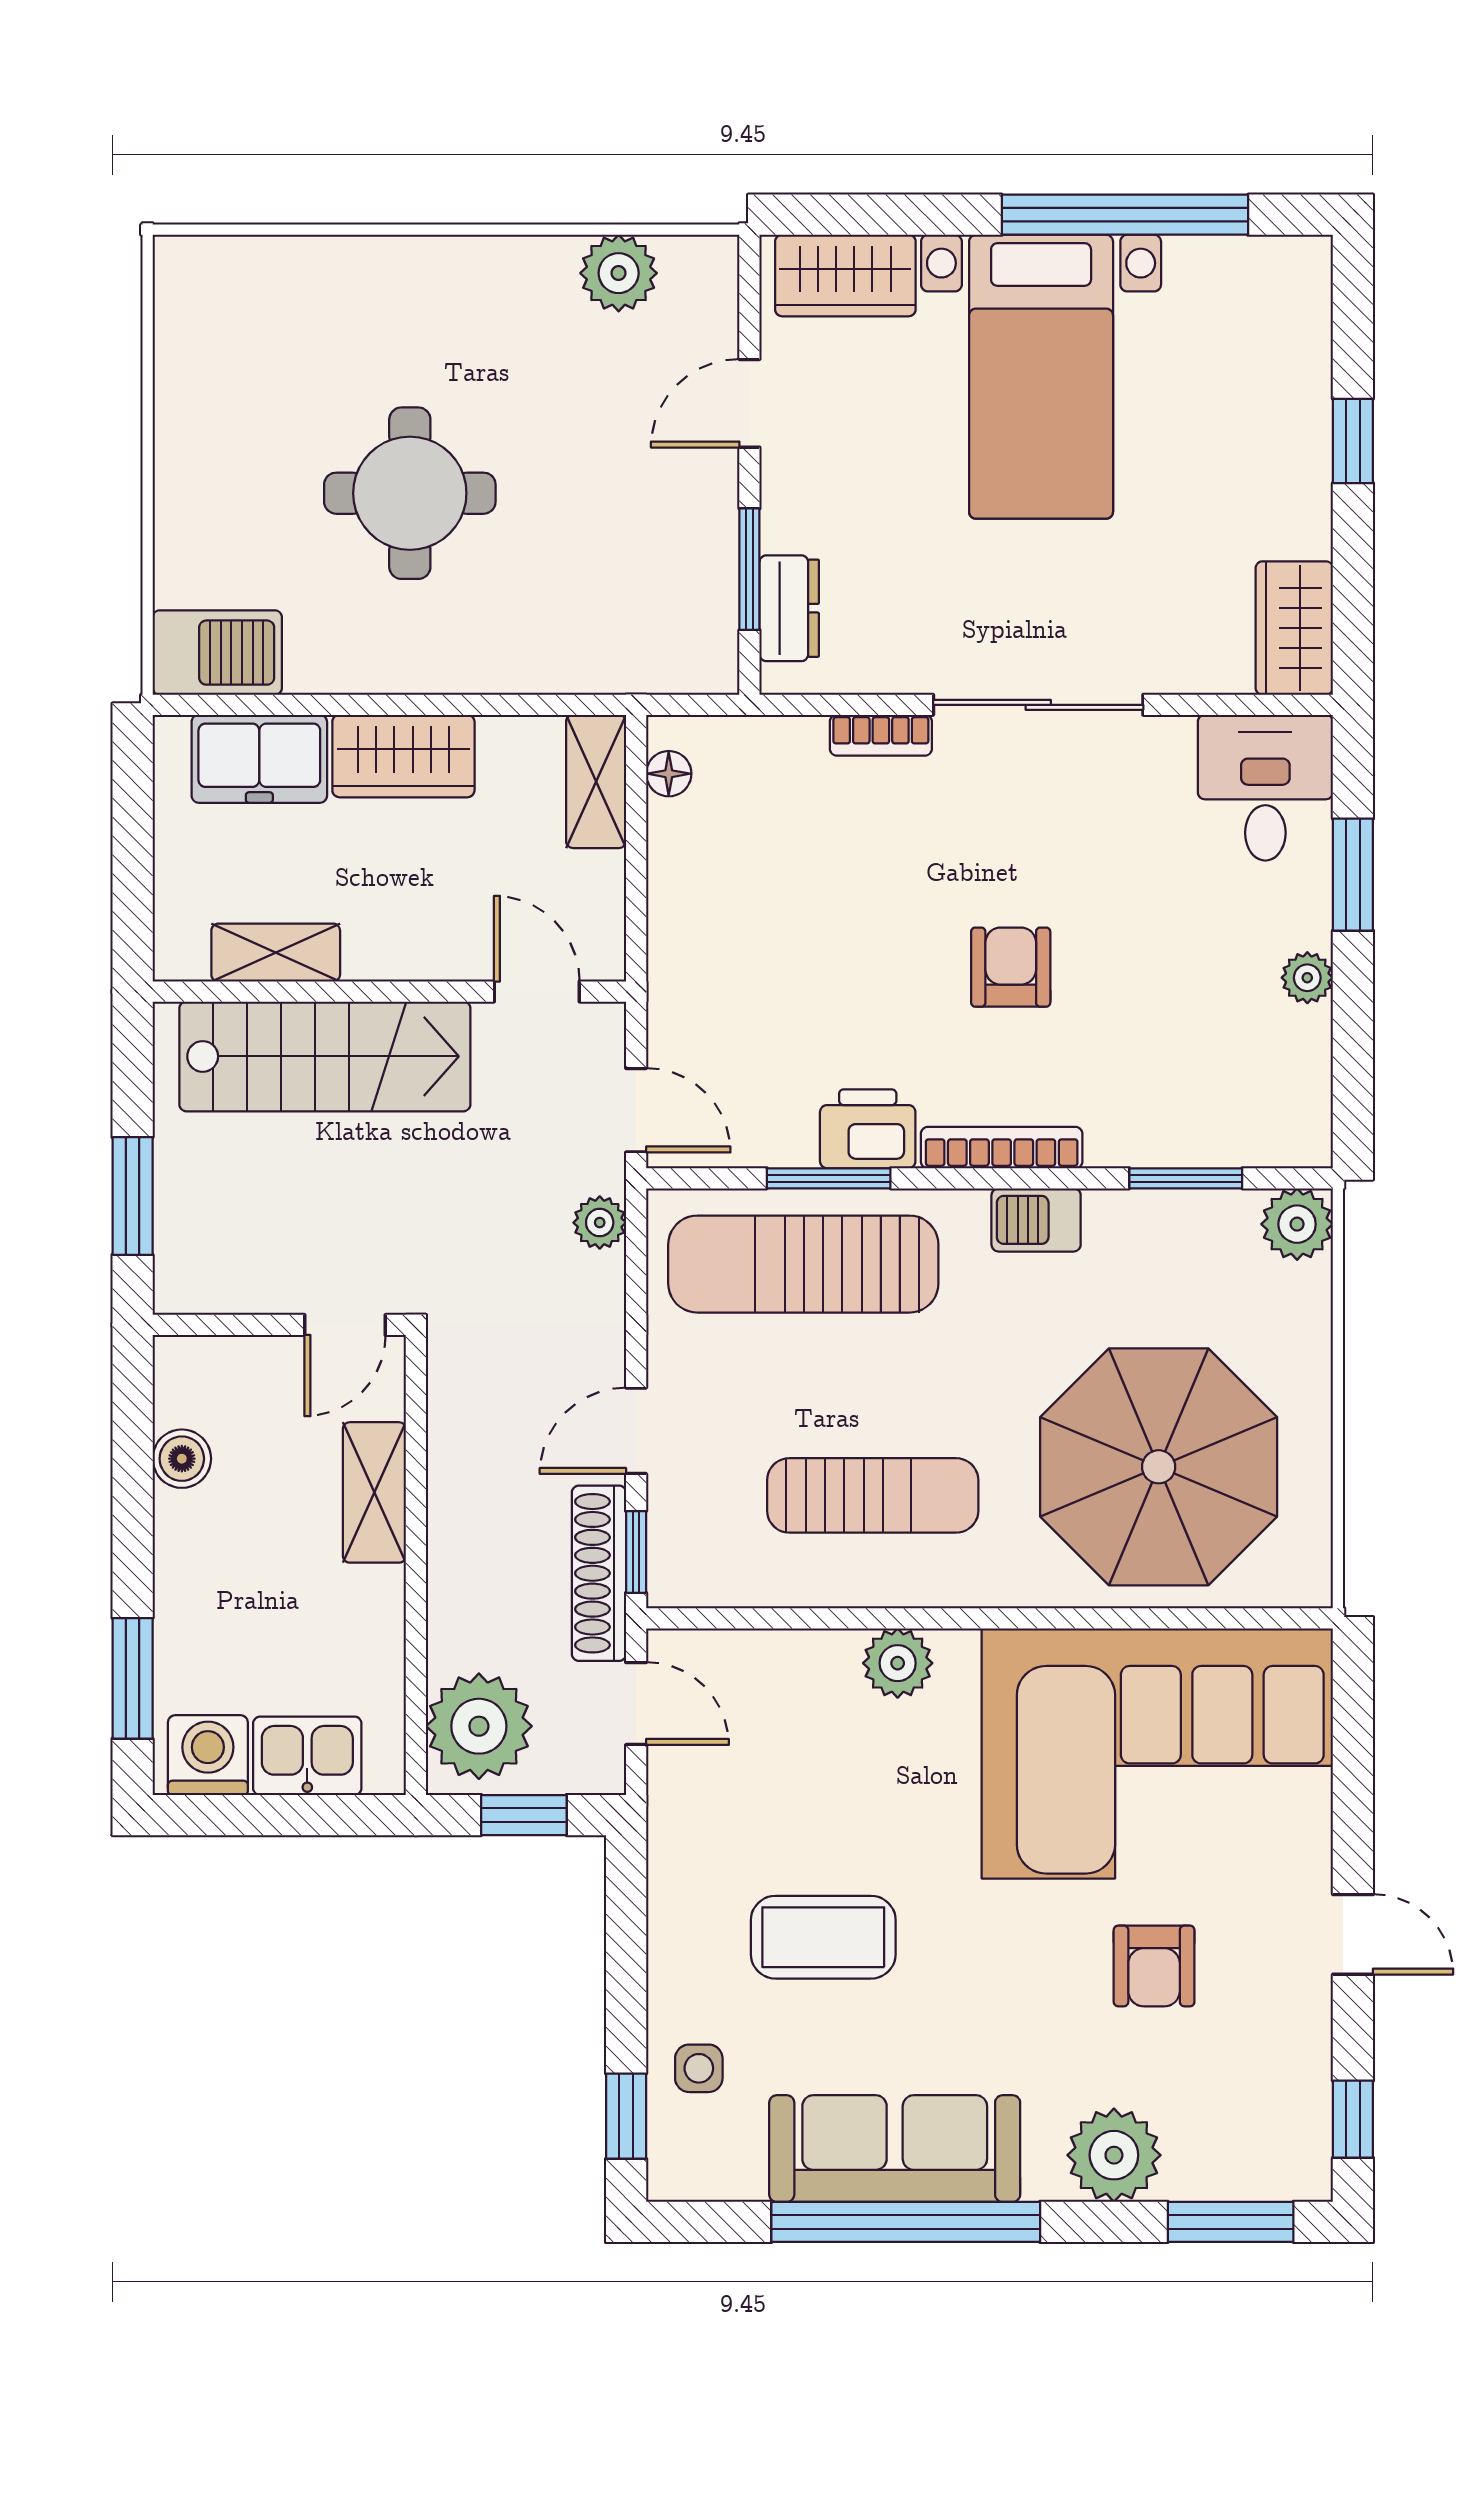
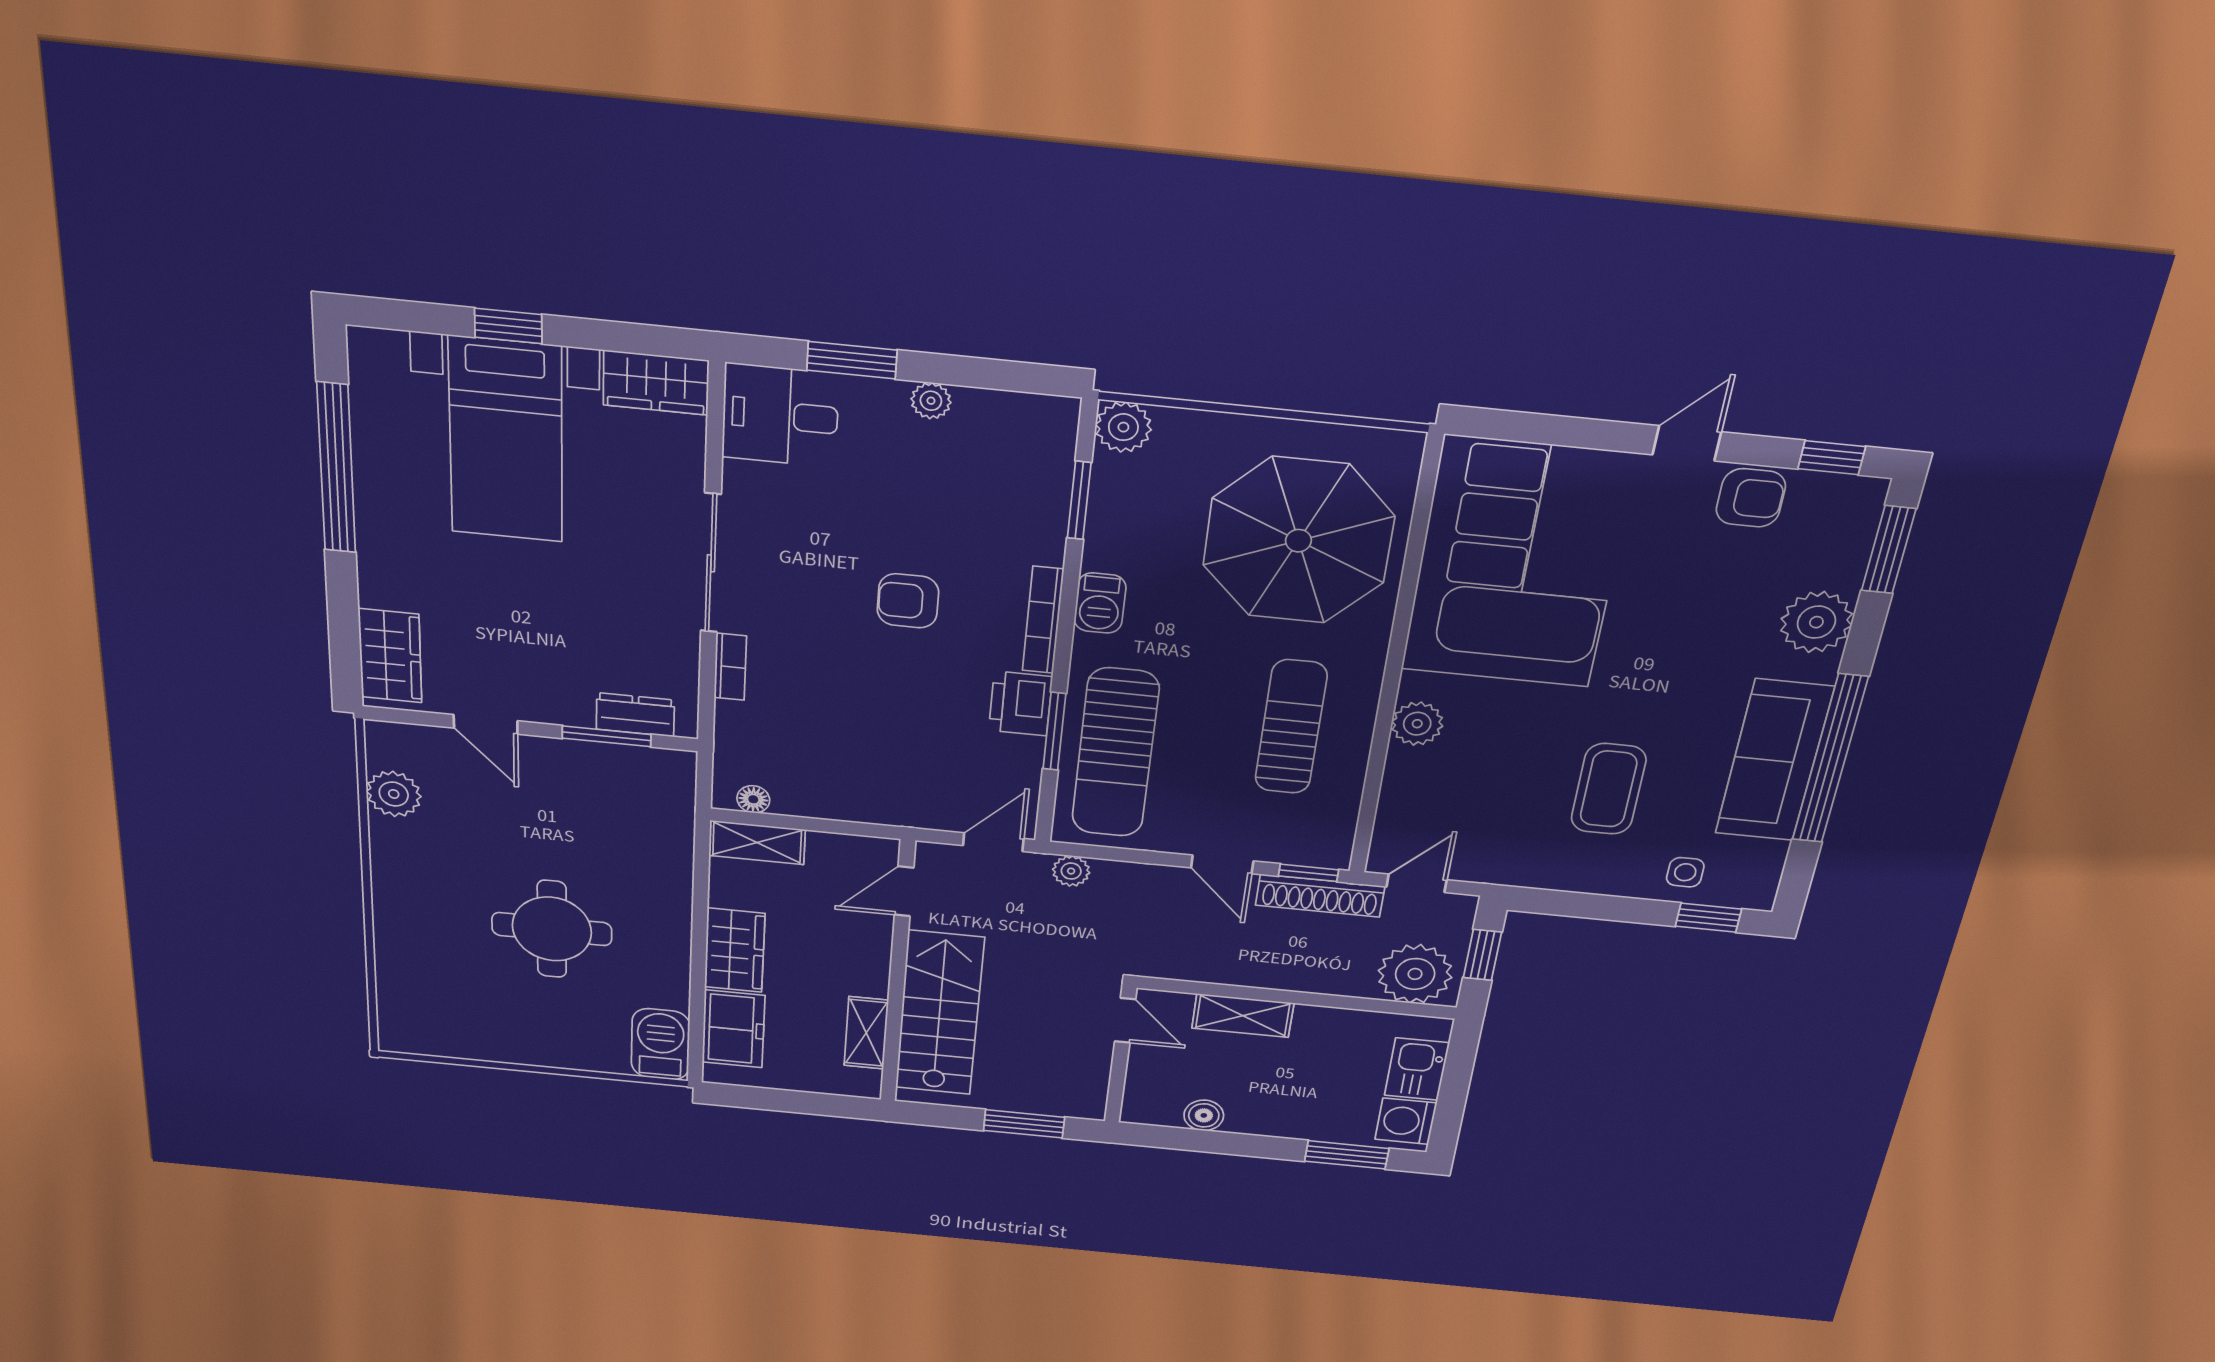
bed with nightstands: (1041, 377) -> (506, 440), moved, turned 90
armchair: (1154, 1966) -> (1751, 498), moved

